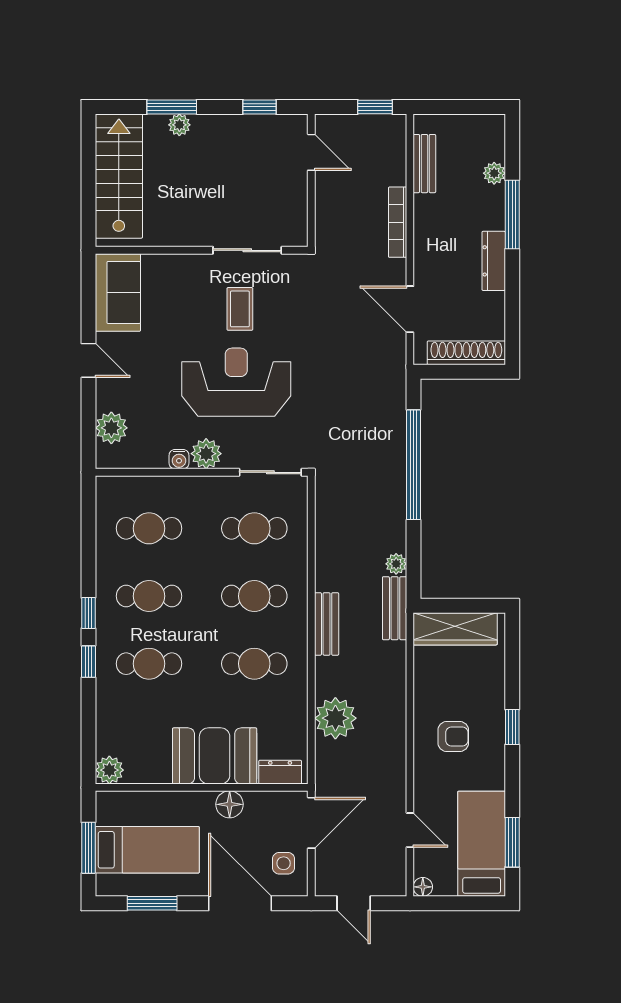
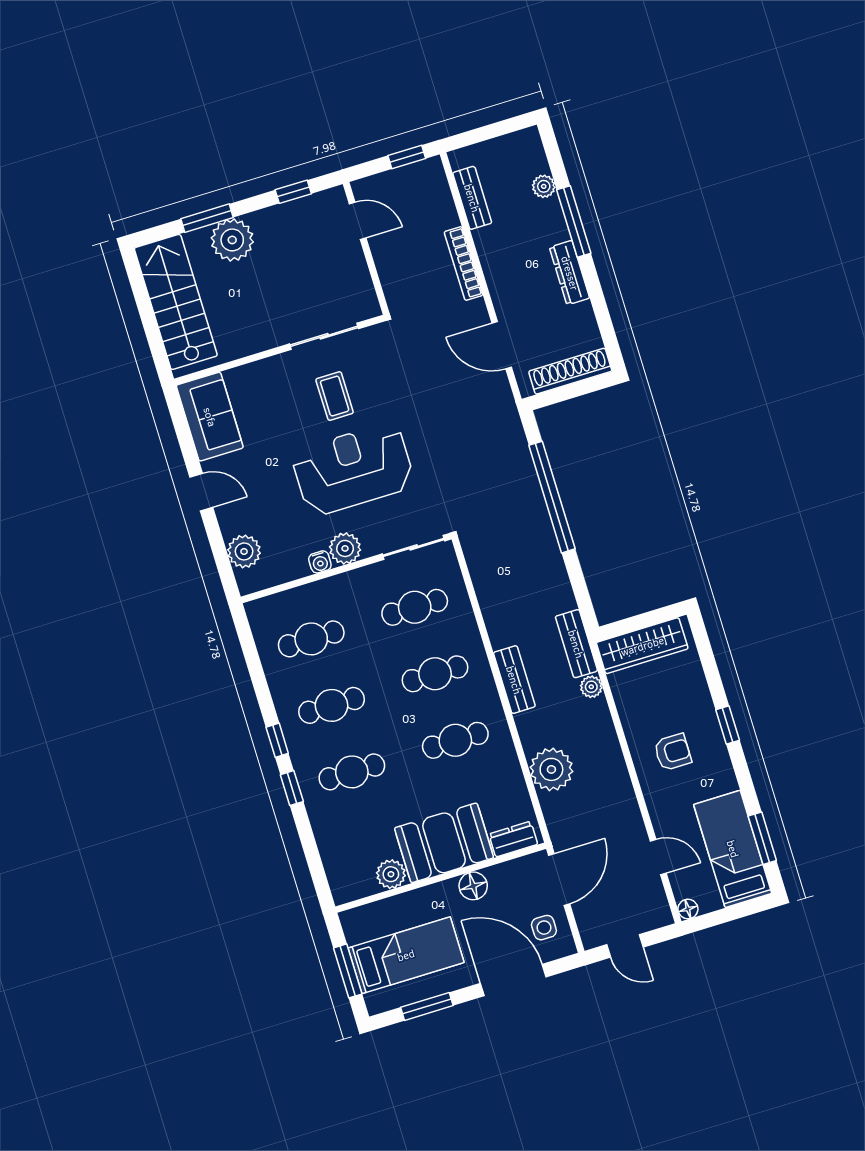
plant: (179, 125) -> (232, 240), width x1.88, depth x1.88
plant: (396, 564) -> (591, 687), moved
plant: (109, 770) -> (391, 874), moved

